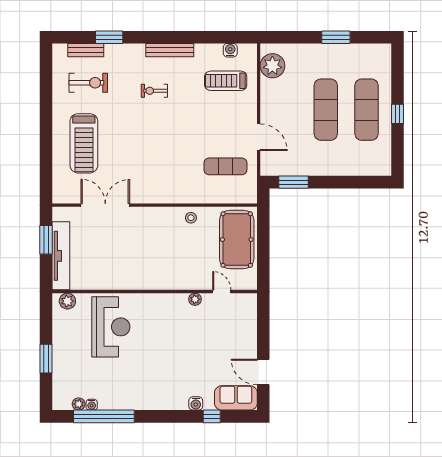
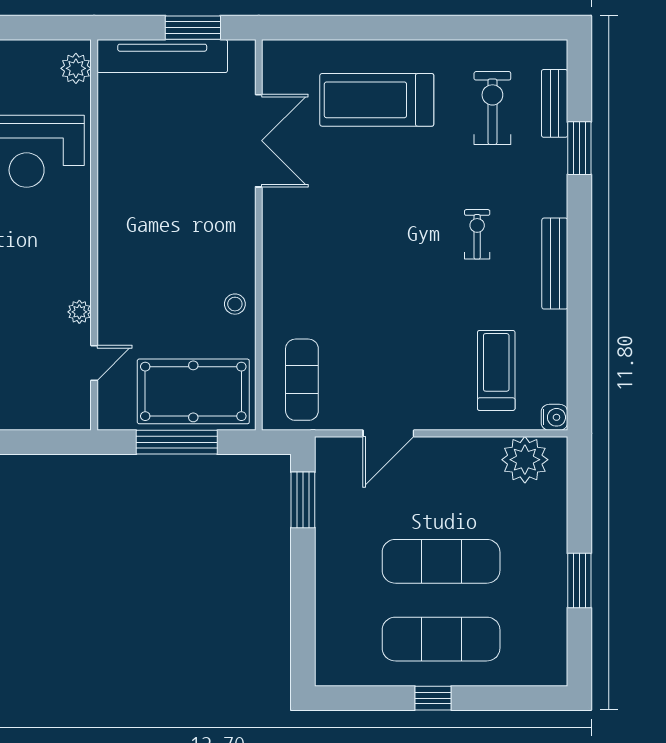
water cooler: (230, 50) -> (554, 417), moved
exercise bike: (88, 83) -> (492, 108), turned 180
exercise mat: (225, 166) -> (302, 380), moved
window: (263, 248) -> (177, 442), added

